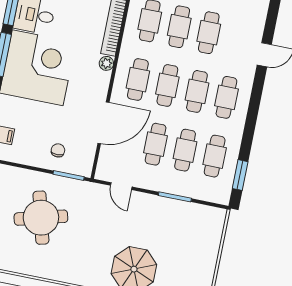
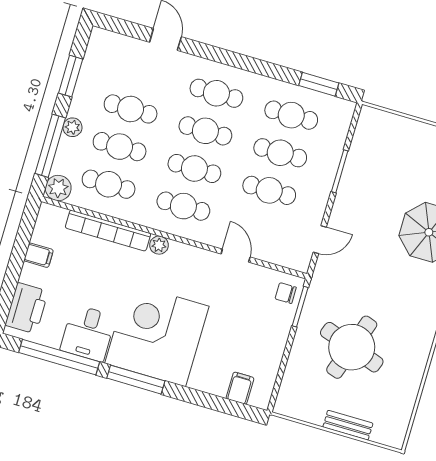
door: (103, 123) -> (236, 256), width x0.53
chair: (58, 150) -> (286, 293), moved
round table: (41, 218) -> (352, 347), turned 34

